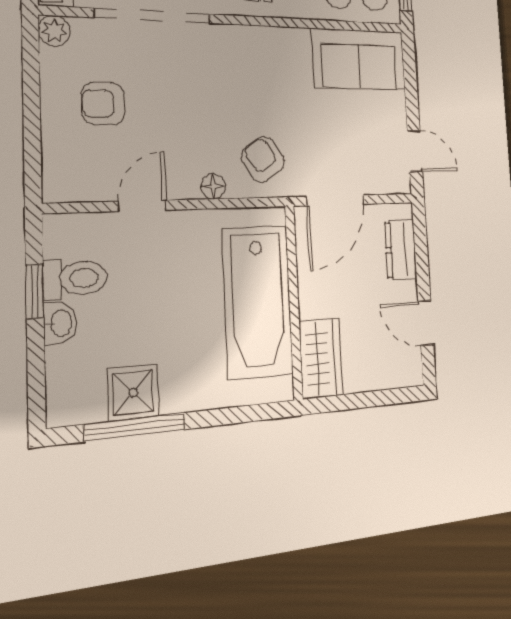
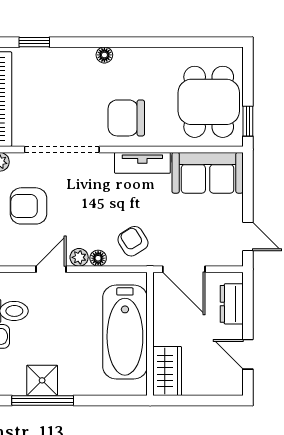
tv unit: (271, 42) -> (142, 163), added
armchair: (103, 103) -> (28, 206), width x1.38, depth x1.38
plant: (185, 186) -> (79, 257), added
door: (335, 200) -> (184, 269), hinge flipped

